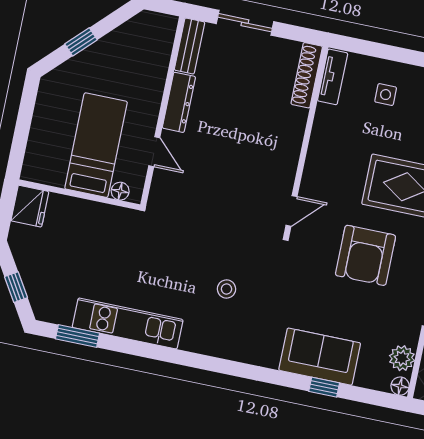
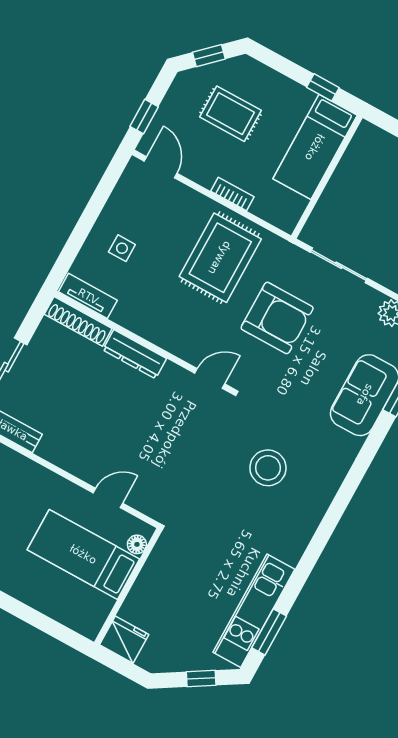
dresser: (179, 102) -> (135, 354), moved, turned 180
door: (291, 211) -> (210, 379), hinge flipped
stool: (227, 289) -> (268, 468), width x1.89, depth x1.89
kitchen unit: (128, 323) -> (254, 611), moved

